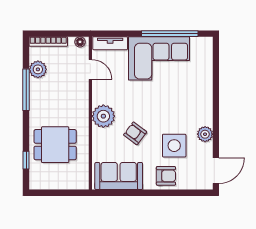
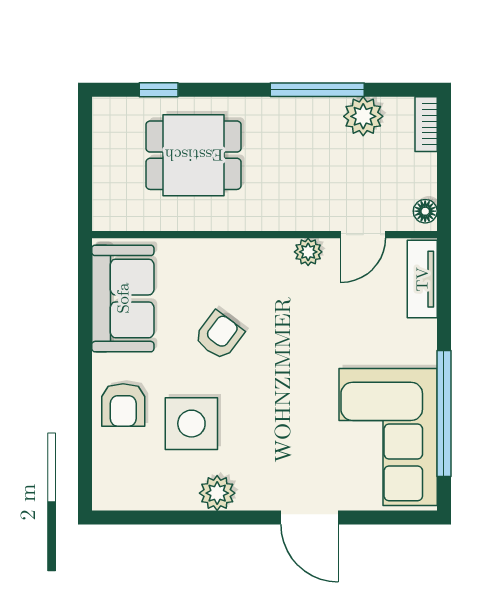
bookcase: (48, 42) -> (426, 124), width x0.64
corner sofa: (159, 58) -> (388, 437), moved
plant: (103, 116) -> (308, 252), moved, width x0.53, depth x0.53
dining table: (55, 145) -> (194, 155), turned 90
door: (216, 171) -> (309, 518), moved

